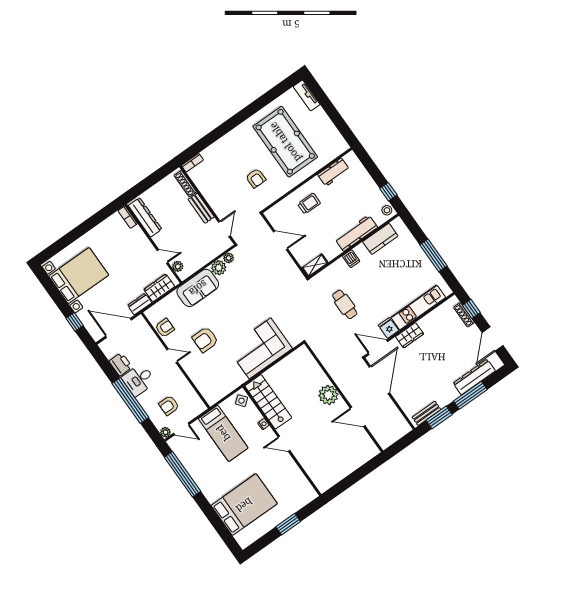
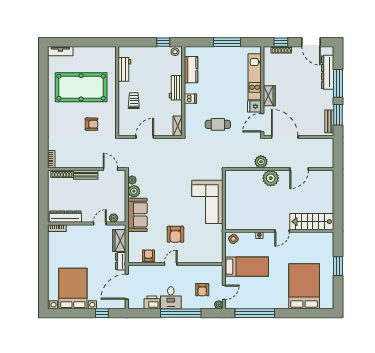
workbench: (356, 233) -> (176, 88), width x0.73
plant: (338, 374) -> (261, 162), added
stairs: (268, 402) -> (312, 222), moved

